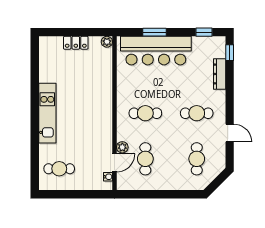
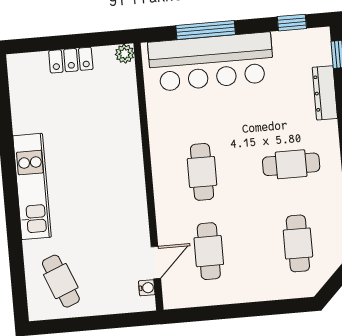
window: (154, 32) -> (206, 30), width x1.44
cafe table: (145, 113) -> (202, 172), turned 90
plant: (122, 147) -> (167, 235), removed
cafe table: (59, 169) -> (61, 281), turned 68

